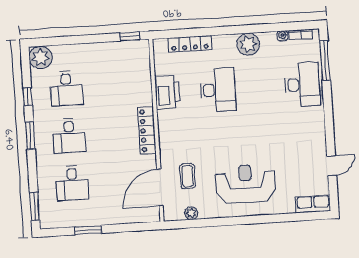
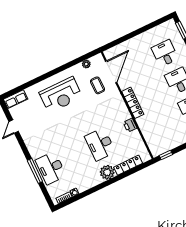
plant: (248, 44) -> (107, 172), moved
window: (325, 60) -> (35, 171), moved
printer: (167, 92) -> (130, 125), width x0.53, depth x0.68
window: (88, 230) -> (144, 29), removed

